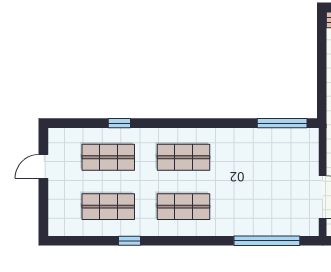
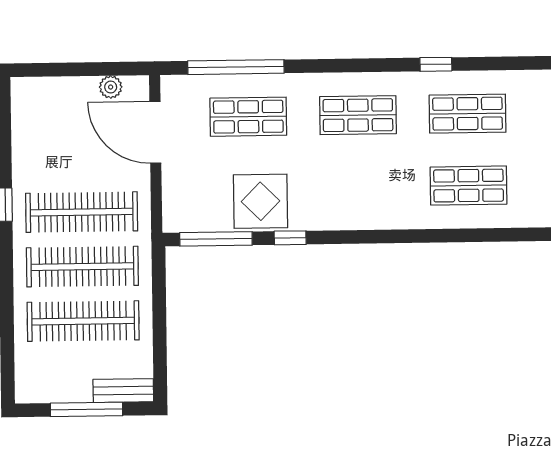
window: (119, 123) -> (290, 238), moved
display table: (251, 148) -> (260, 201), added
shop shelf: (184, 157) -> (248, 117), moved

